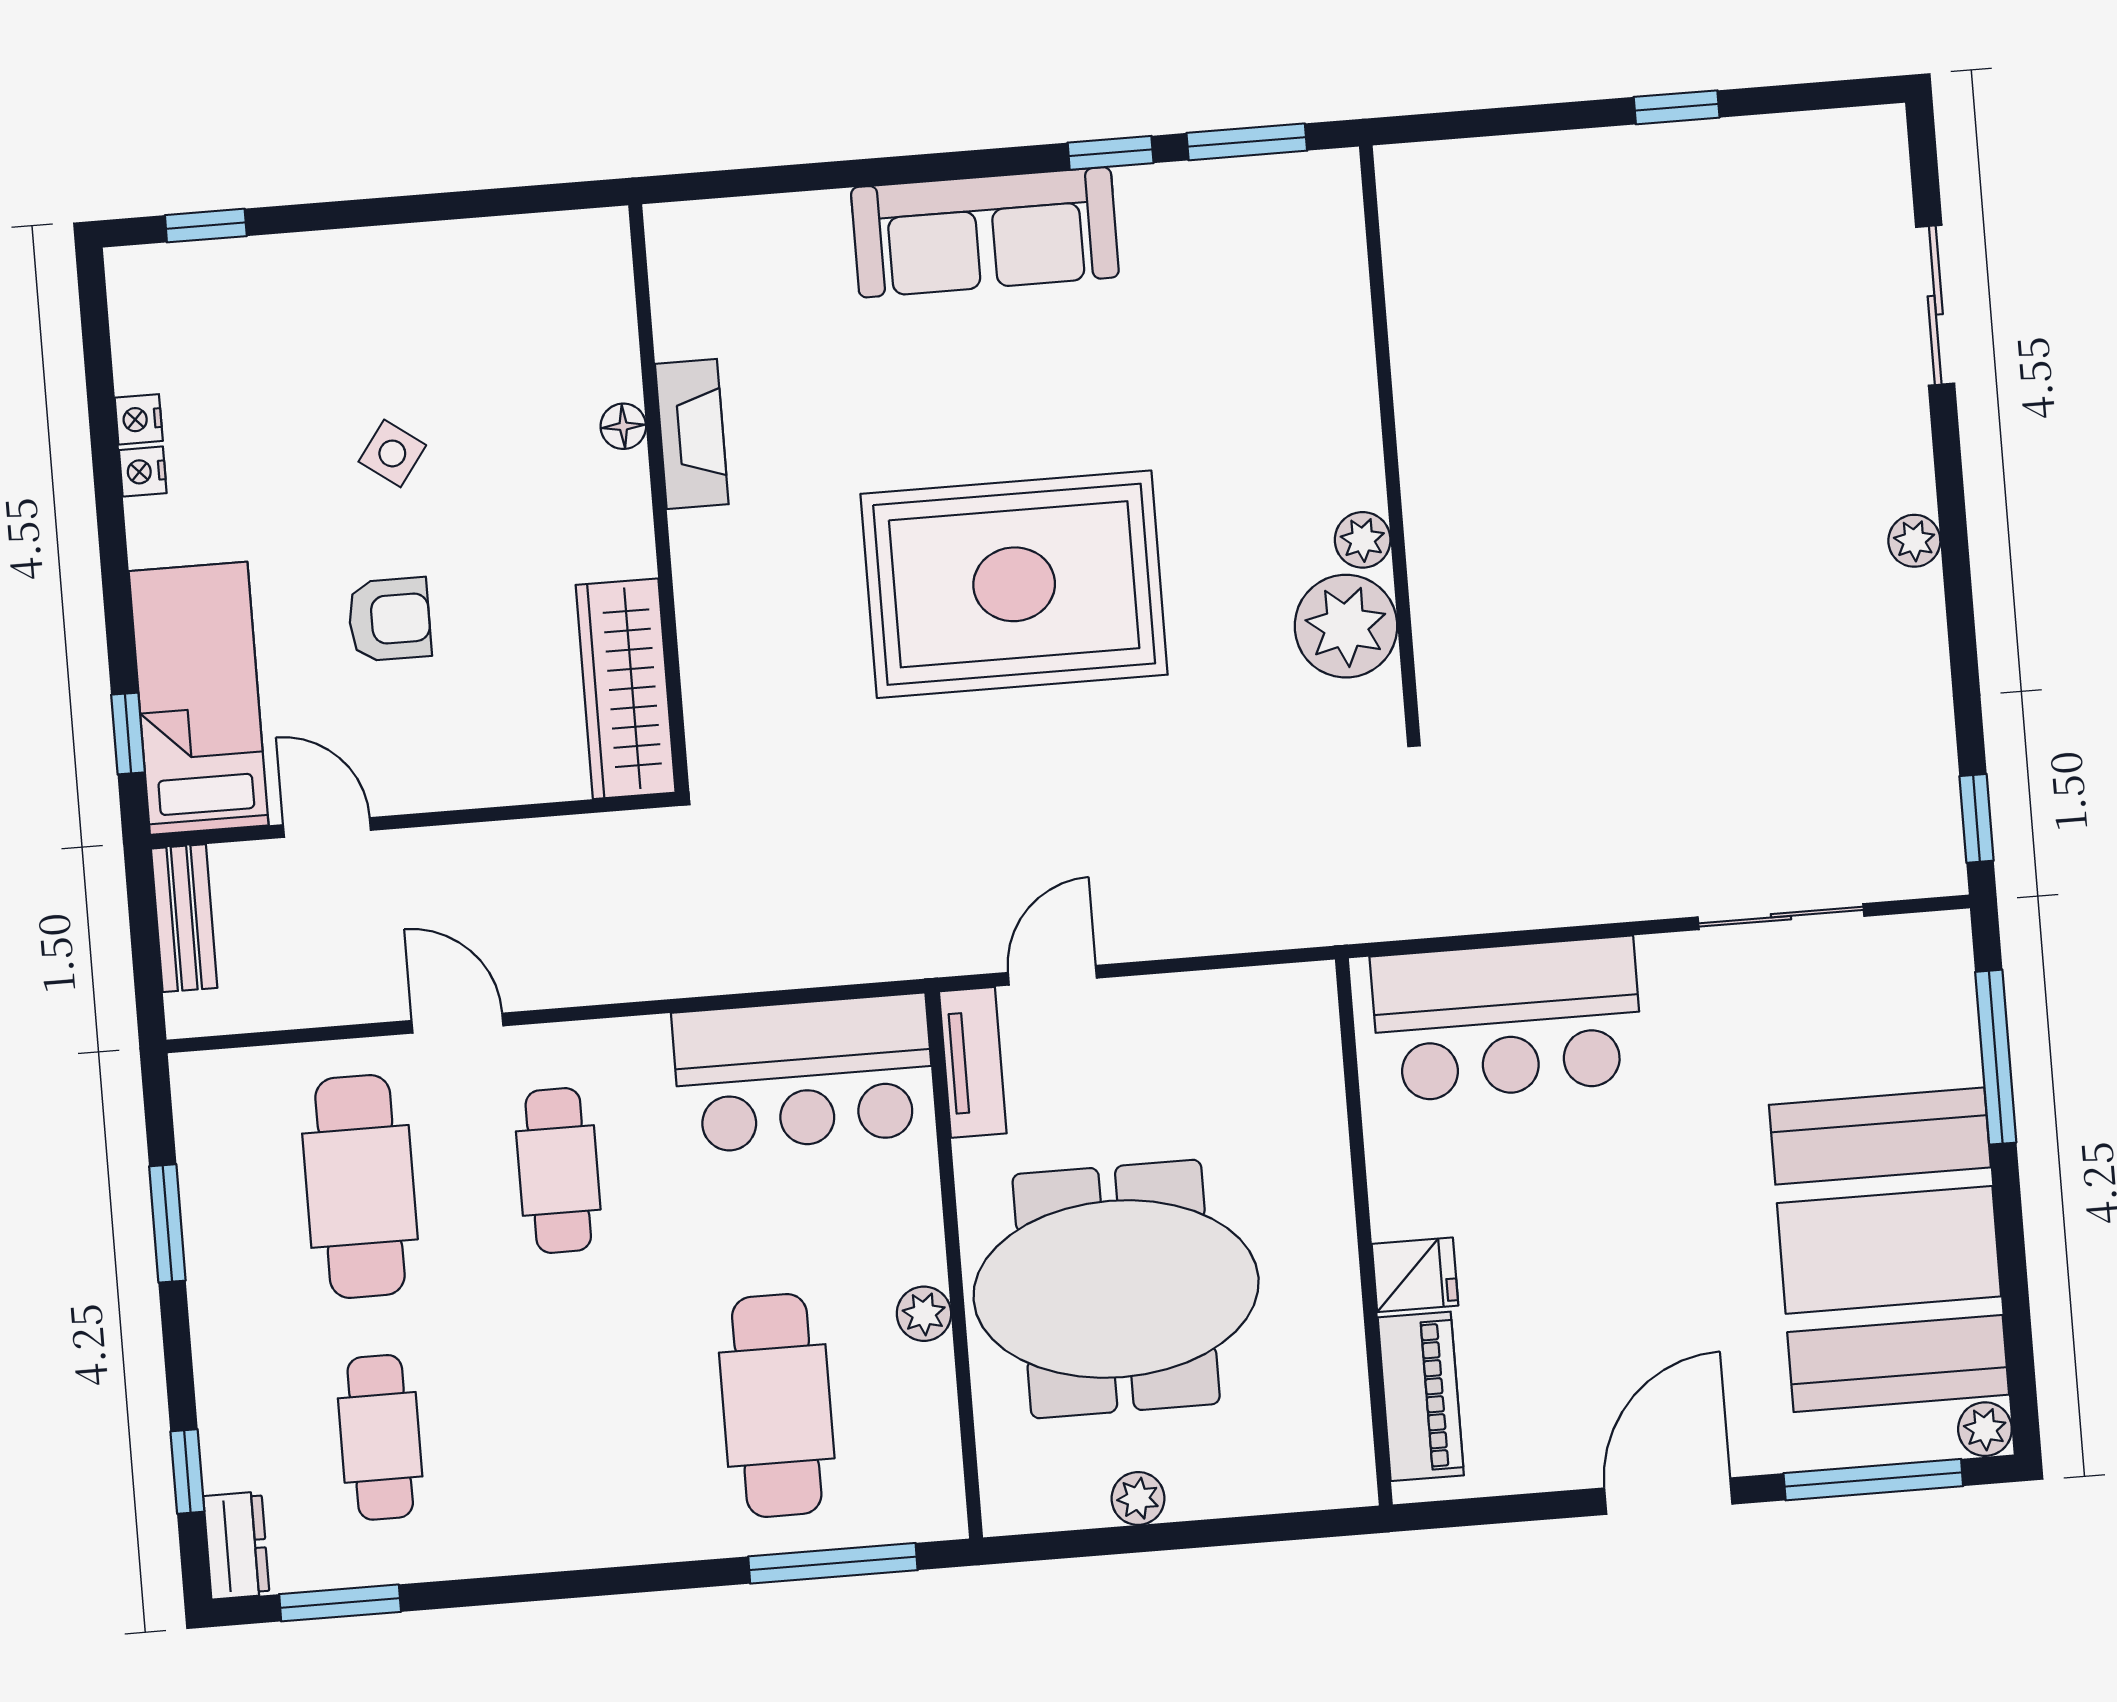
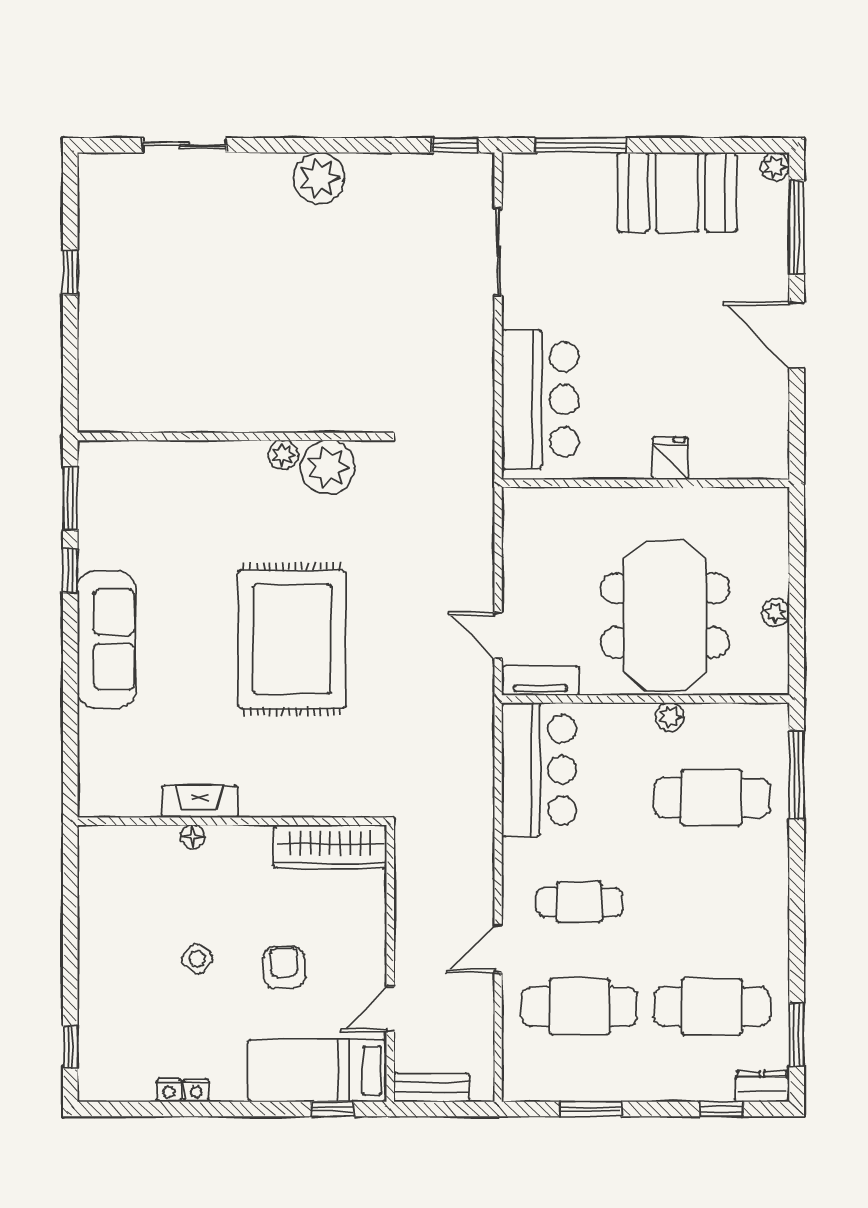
plant: (1914, 541) -> (319, 178), width x1.88, depth x1.88
booth: (1889, 1250) -> (677, 192), width x0.73, depth x0.70
piano: (1421, 1396) -> (734, 460), removed
cafe table: (380, 1437) -> (712, 1007), width x1.37, depth x1.35

